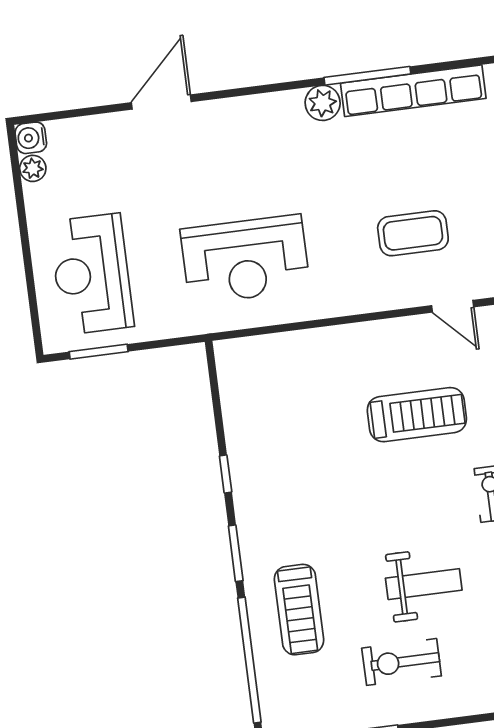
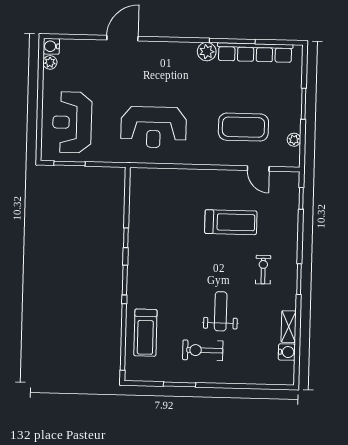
coffee table: (413, 233) -> (243, 127), width x1.36, depth x1.32
weight bench: (424, 584) -> (221, 311), turned -90
treadmill: (299, 610) -> (145, 333), moved

